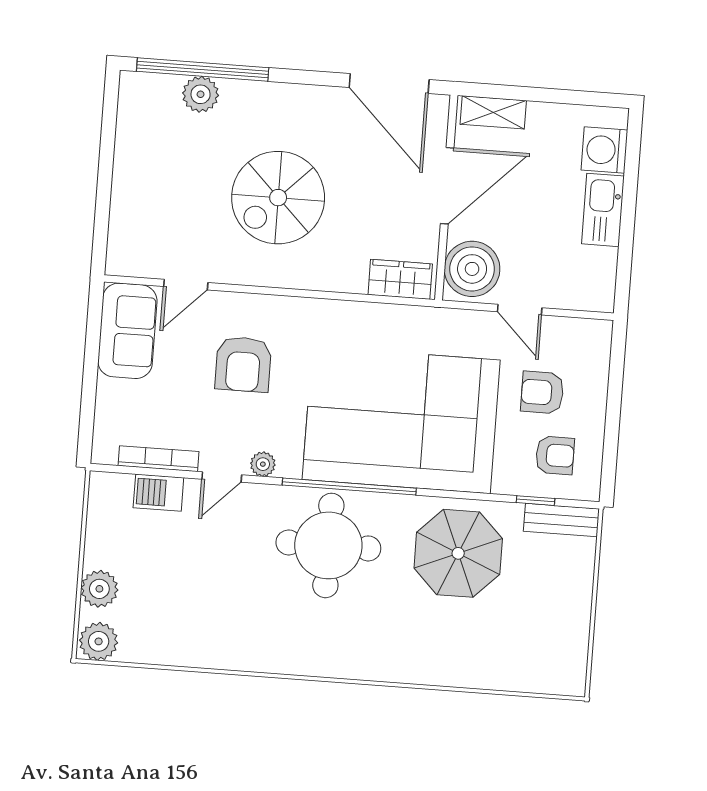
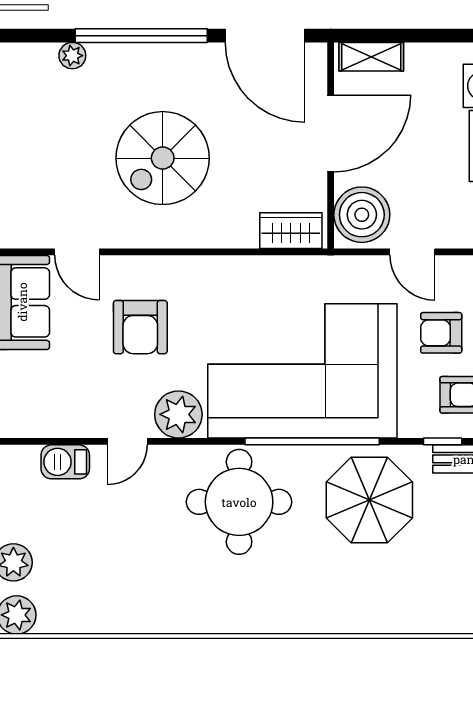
window: (203, 69) -> (141, 36), moved
plant: (201, 94) -> (72, 56), width x0.73, depth x0.73
door: (186, 285) -> (77, 252), hinge flipped
bookcase: (158, 459) -> (63, 428), removed
plant: (263, 464) -> (178, 414), width x1.88, depth x1.88
window: (349, 487) -> (312, 441), moved

